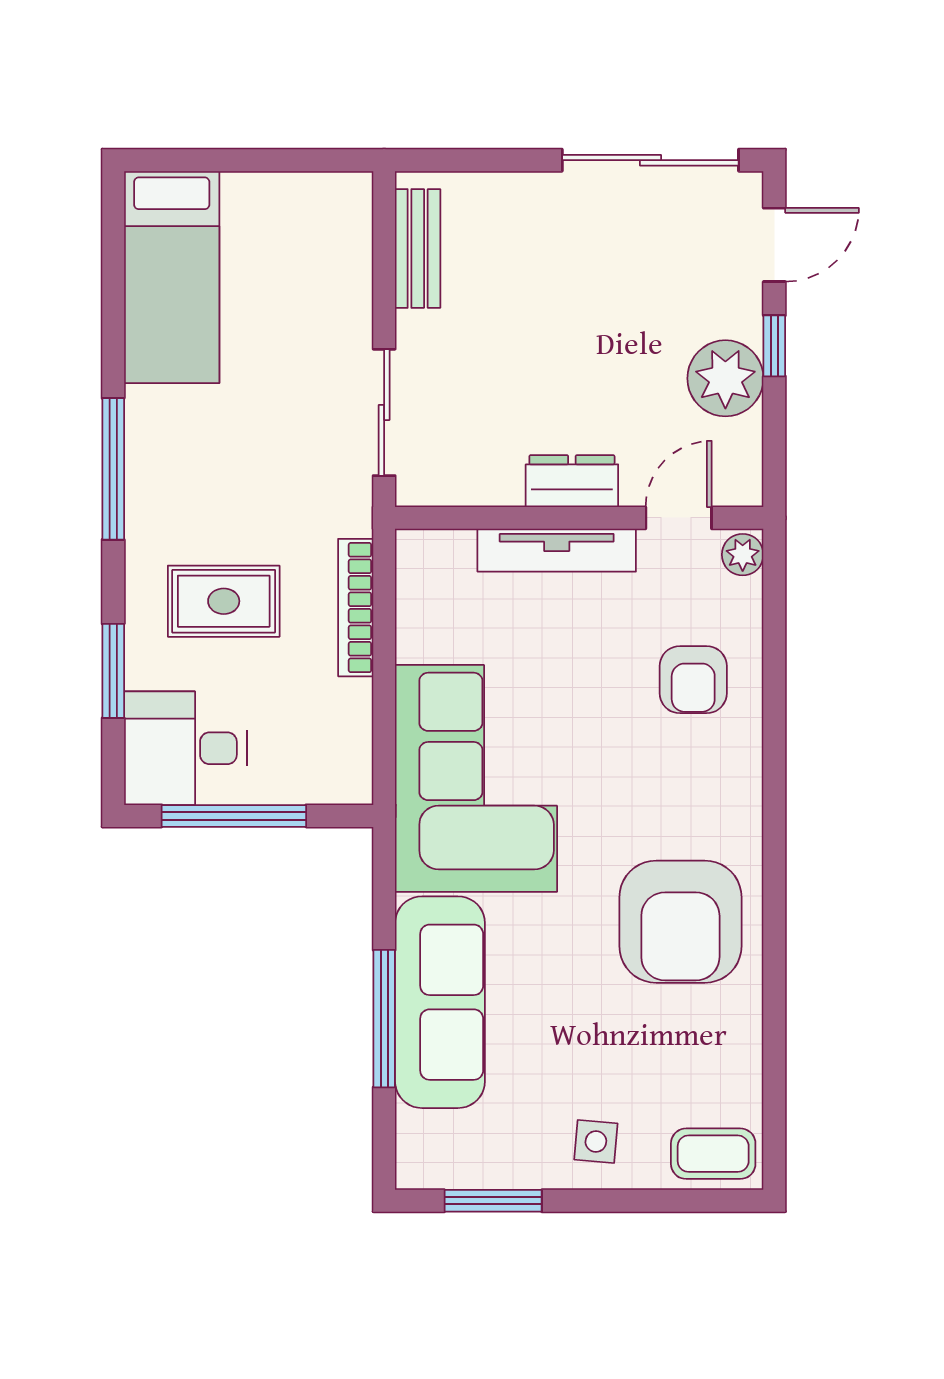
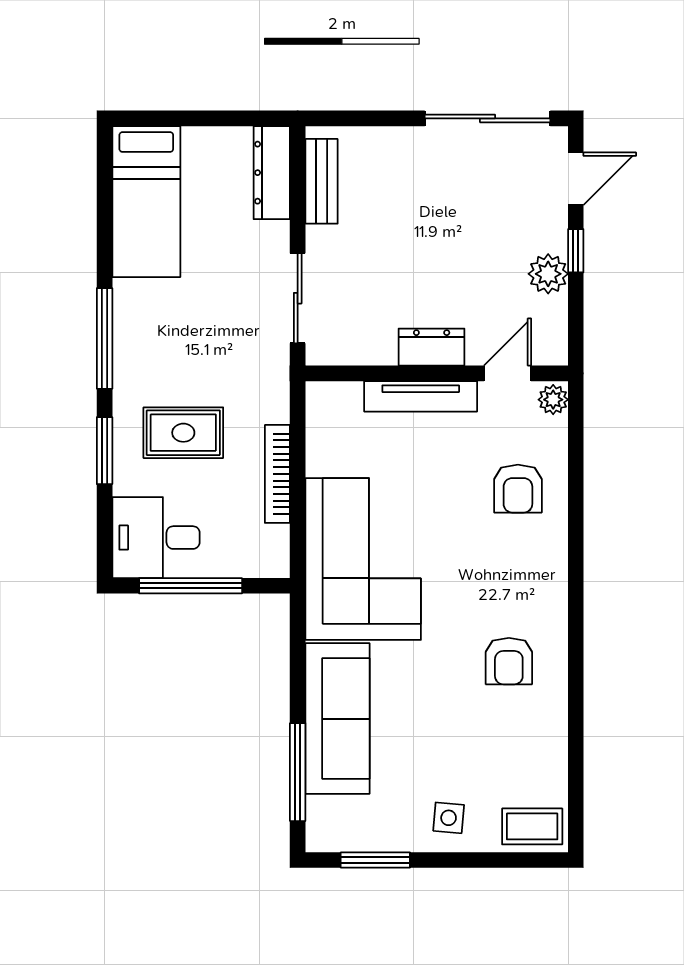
dresser: (348, 236) -> (272, 173), added
plant: (725, 378) -> (548, 274), width x0.73, depth x0.73
bookcase: (356, 608) -> (277, 474), moved
window: (113, 671) -> (105, 451), moved
armchair: (680, 922) -> (509, 661), width x0.53, depth x0.53
window: (384, 1019) -> (298, 772), moved

